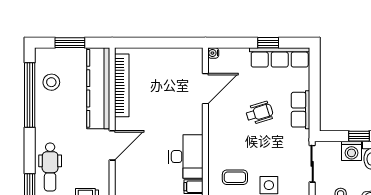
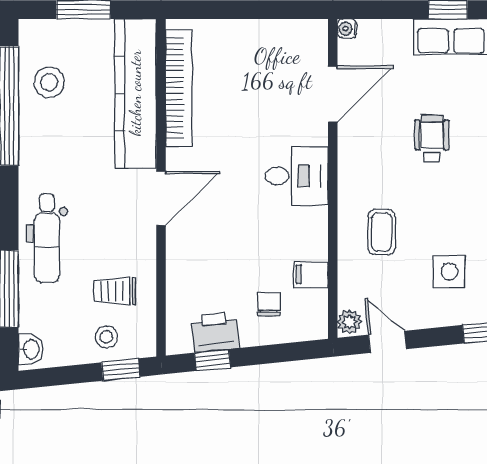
wheelchair: (259, 113) -> (432, 139), turned -73
desk: (186, 157) -> (297, 176), moved, width x0.73
coffee table: (235, 177) -> (382, 232), moved, turned 90

